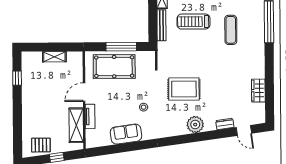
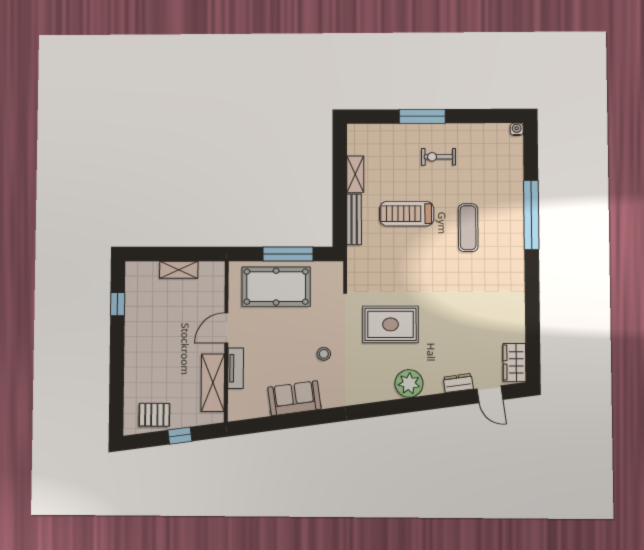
wardrobe: (258, 91) -> (514, 362), moved

